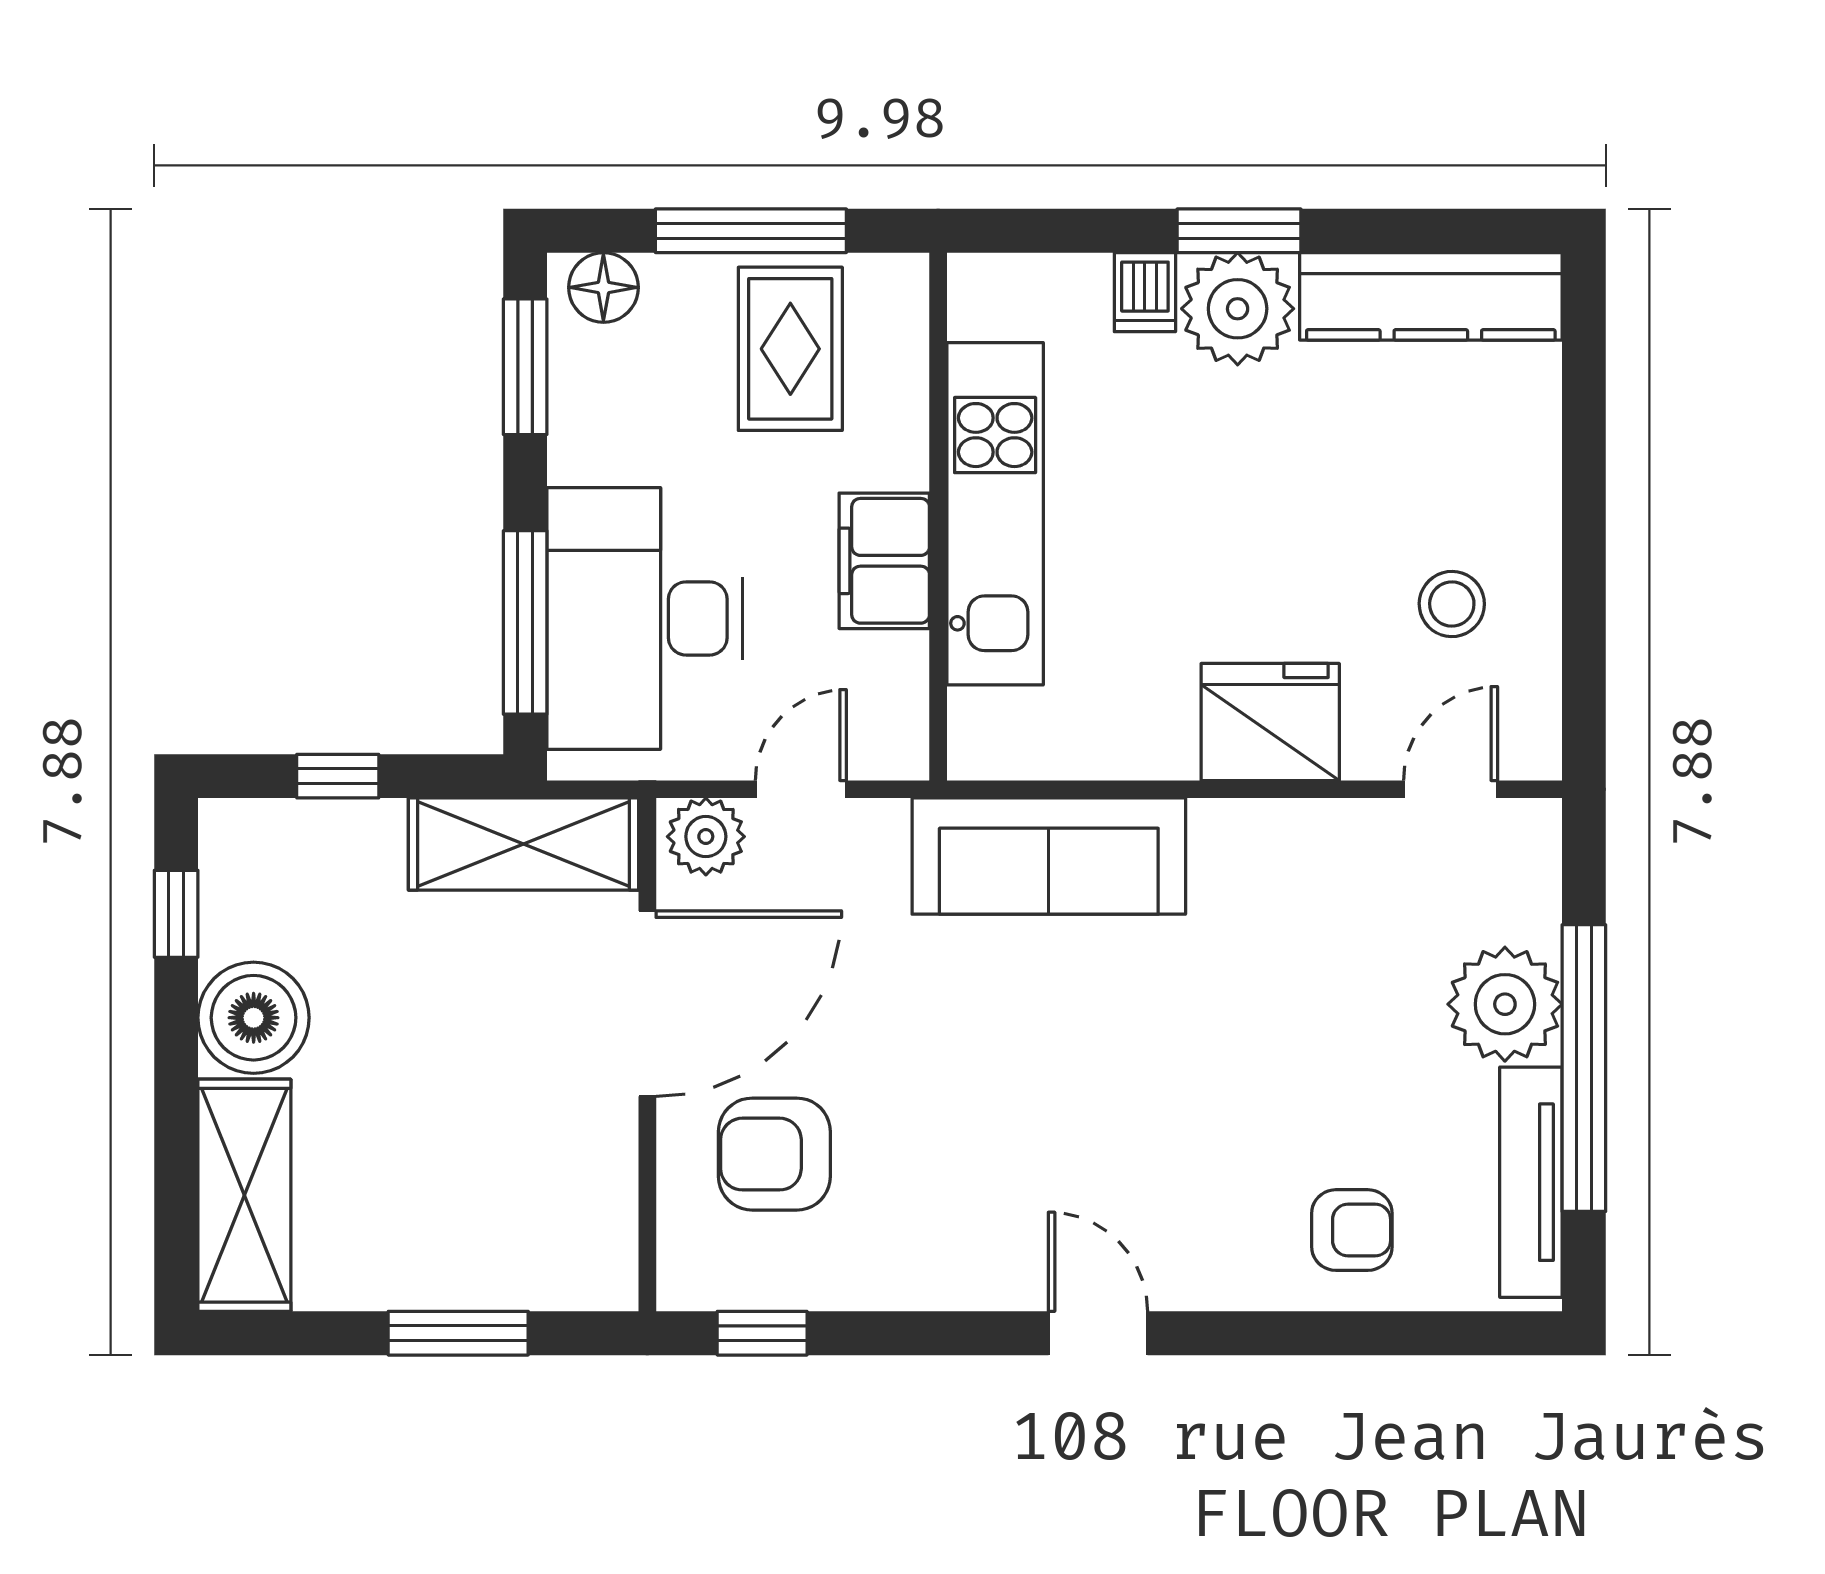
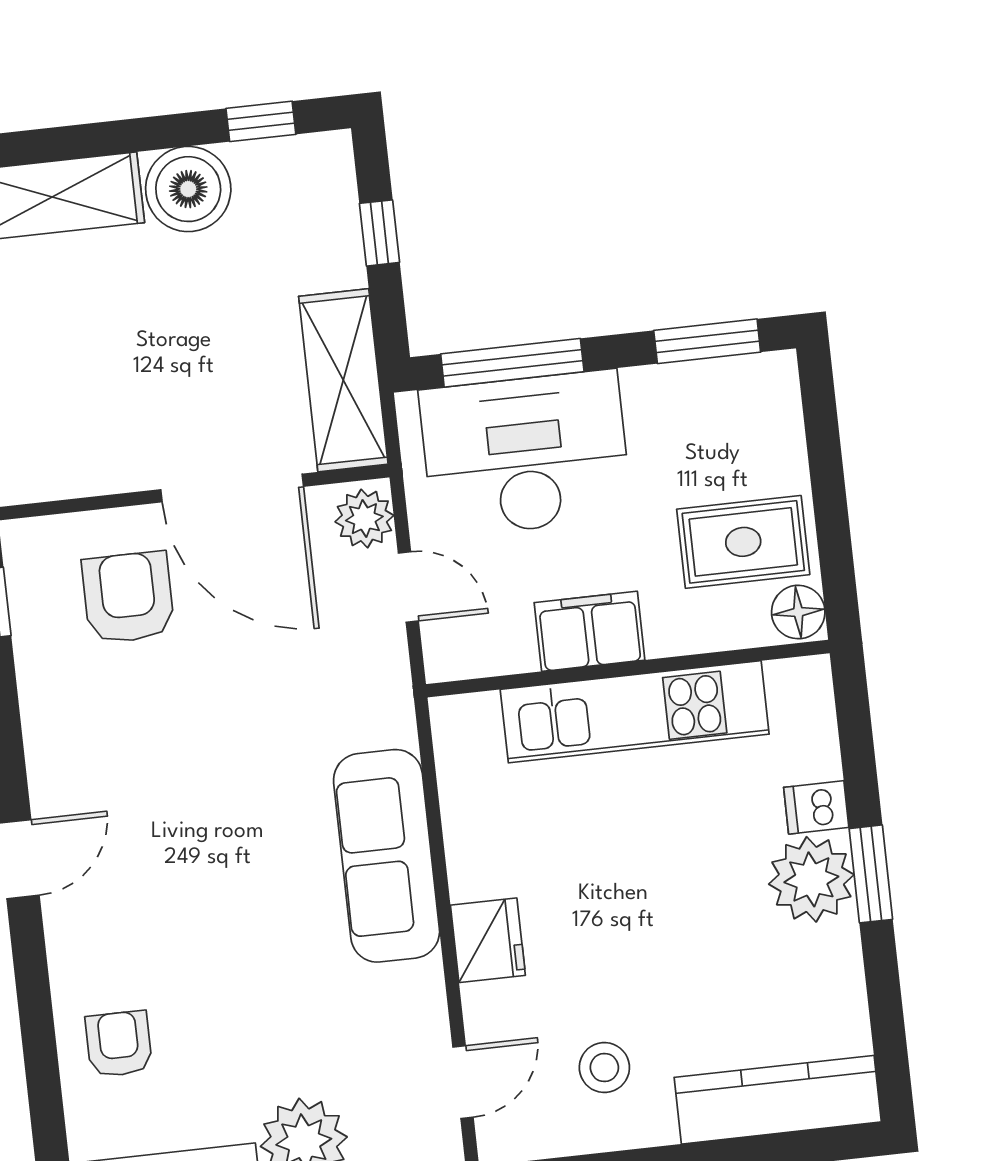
window: (751, 231) -> (830, 502), removed
floor lamp: (603, 287) -> (798, 612), moved
kitchen counter: (1431, 296) -> (778, 1100), moved, turned 90
fridge: (1270, 722) -> (488, 940), width x0.73, depth x0.75
door: (1451, 789) -> (463, 1082), hinge flipped
sofa: (1049, 856) -> (387, 856), moved
armchair: (1352, 1230) -> (119, 1044), turned 180

